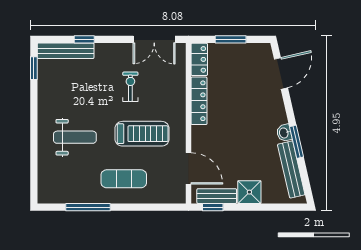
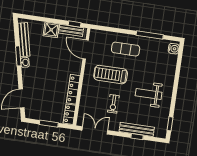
bench: (66, 51) -> (137, 129), moved
weight bench: (75, 137) -> (149, 94), moved
water cooler: (46, 191) -> (174, 49), added

